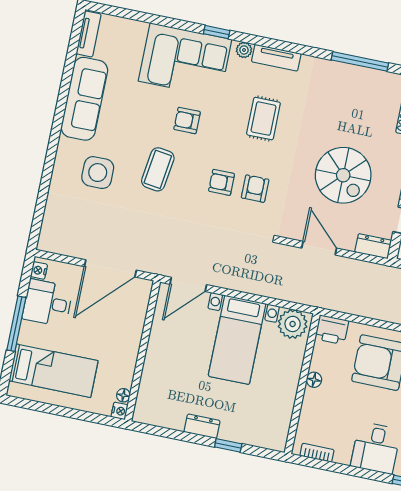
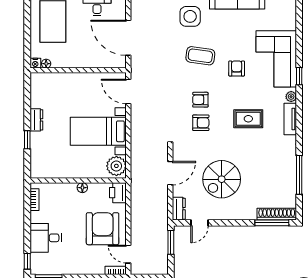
armchair: (222, 182) -> (200, 100), turned -90

